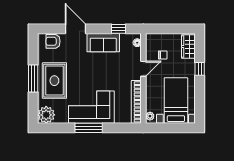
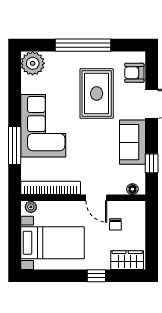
armchair: (53, 41) -> (134, 73), turned -90
window: (33, 79) -> (83, 45), width x1.46
rug: (54, 81) -> (97, 93), moved, turned 90
window: (89, 128) -> (15, 146), moved

